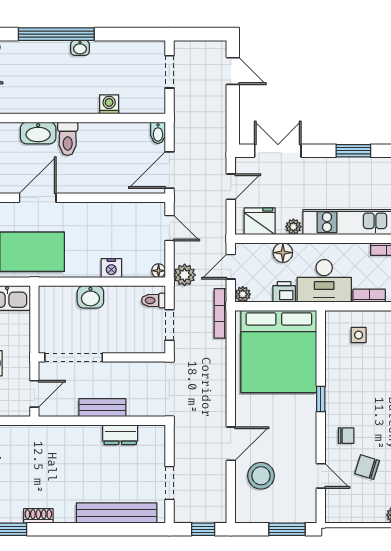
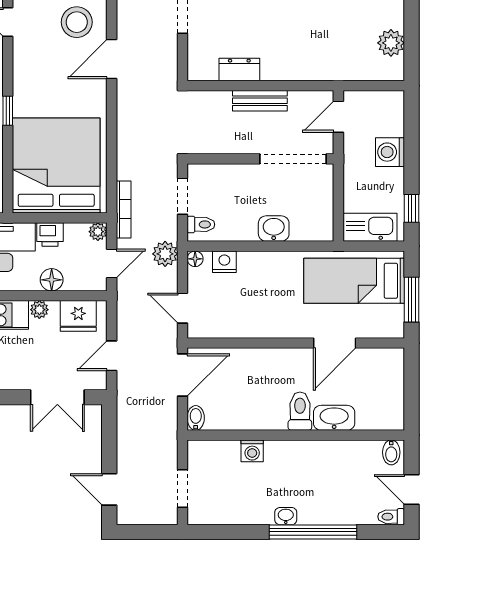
nightstand: (111, 268) -> (224, 262), moved

